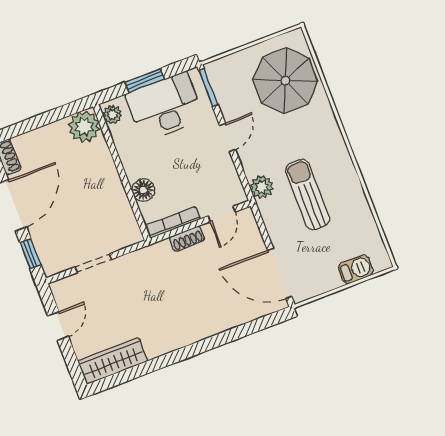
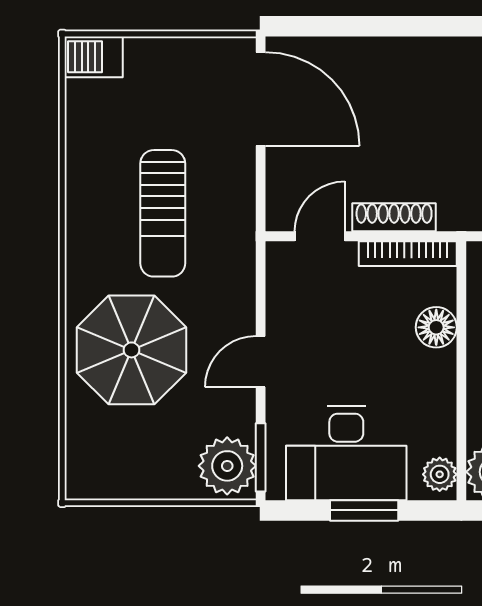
parasol: (285, 81) -> (131, 350), moved
plant: (262, 187) -> (227, 466), moved, width x1.36, depth x1.36
shoe rack: (187, 239) -> (394, 217), width x1.43
barbecue: (356, 269) -> (94, 57), moved

